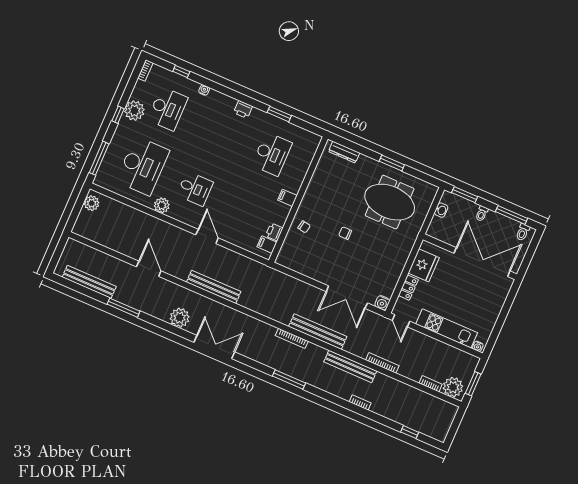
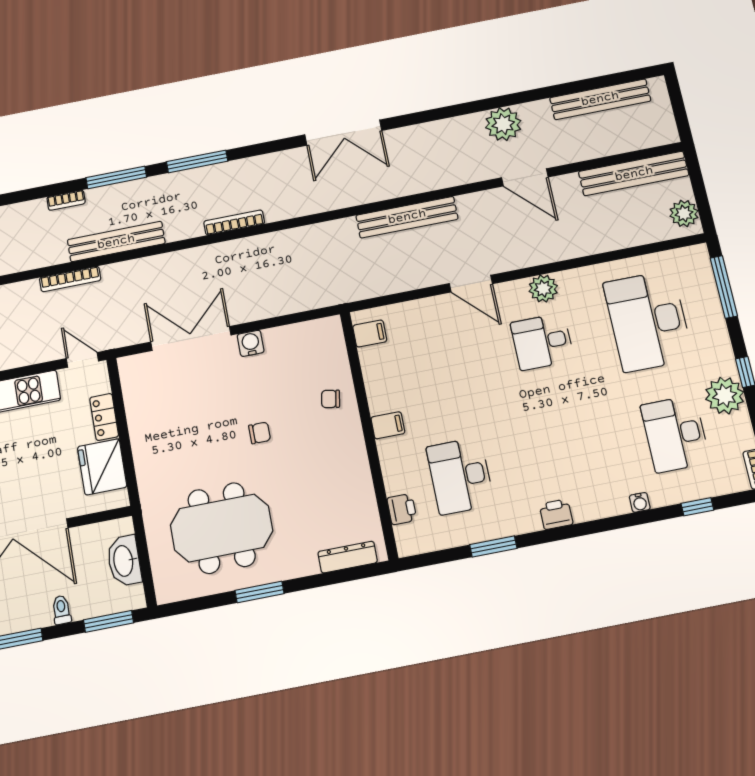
plant: (162, 205) -> (543, 289), moved
washbasin: (441, 210) -> (124, 561), width x1.91, depth x1.45
printer: (274, 232) -> (402, 509), moved
water cooler: (382, 303) -> (251, 343), moved
window: (124, 308) -> (116, 177), moved
plant: (180, 318) -> (503, 124), moved
bench: (318, 332) -> (634, 174), moved

